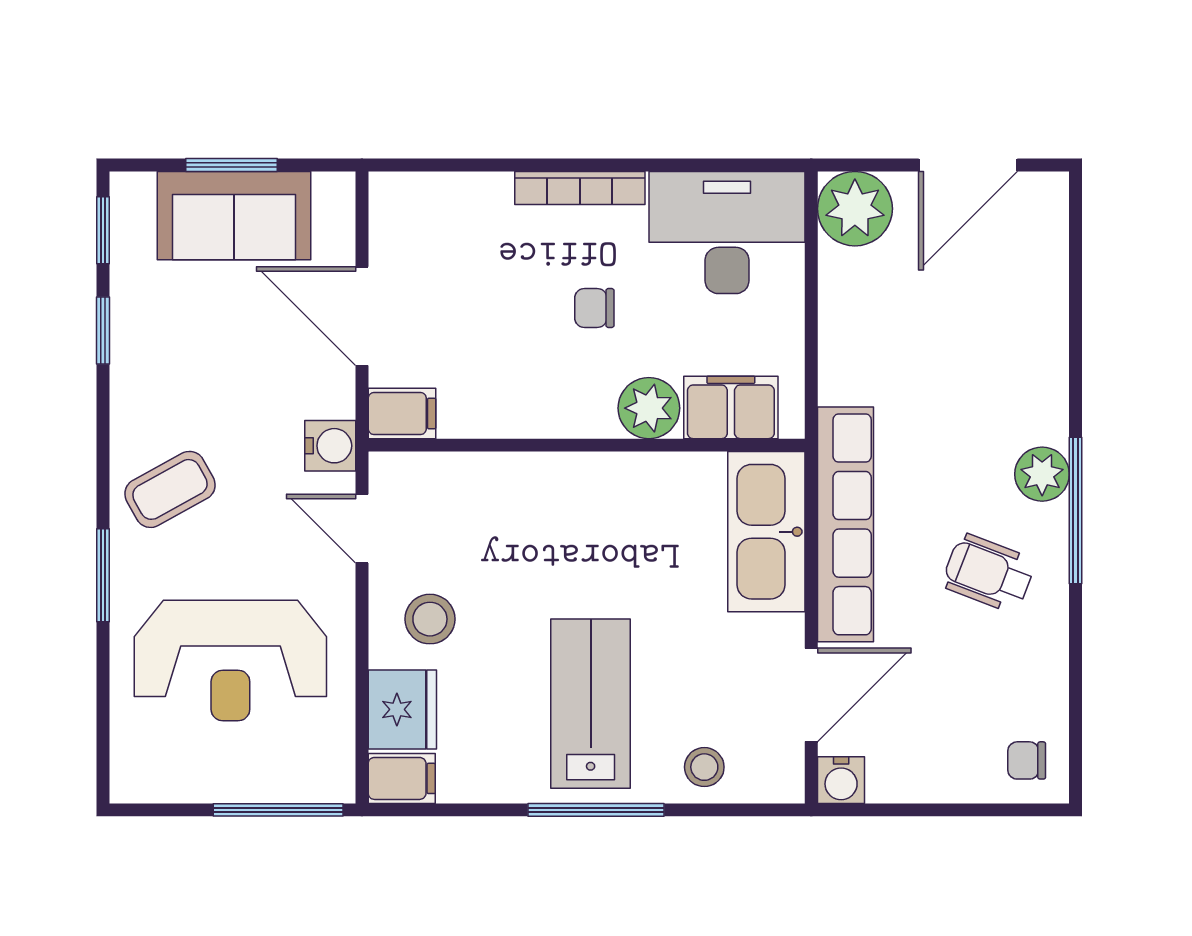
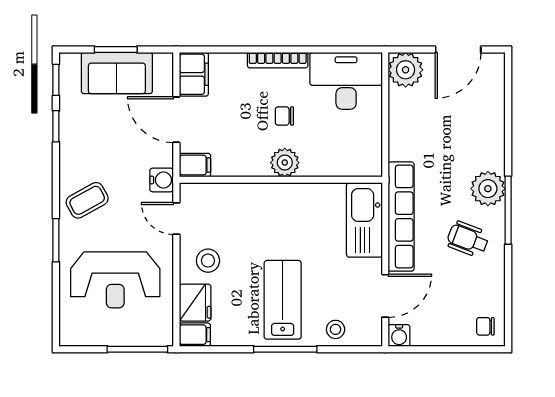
filing cabinet: (731, 407) -> (194, 74), moved, turned 90
plant: (649, 408) -> (285, 163), moved
plant: (1042, 474) -> (488, 189), width x1.36, depth x1.36

